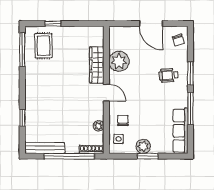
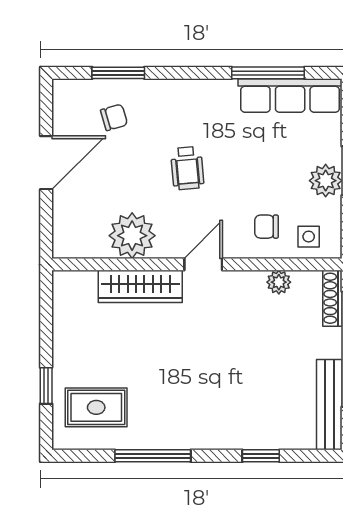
chair: (178, 40) -> (114, 117), moved
window: (22, 49) -> (153, 456), moved
window: (190, 73) -> (118, 73), moved
wheelchair: (169, 75) -> (187, 168), moved
window: (190, 108) -> (268, 73), moved

